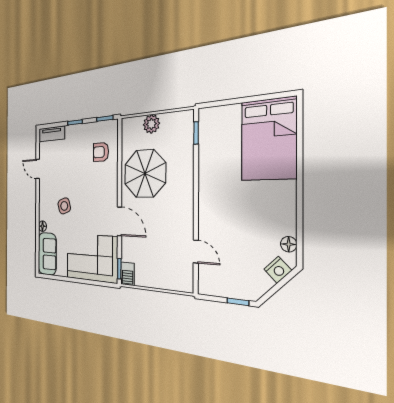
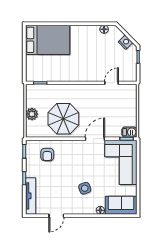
tv unit: (52, 134) -> (31, 196), width x1.41
nightstand: (278, 270) -> (125, 42), moved

